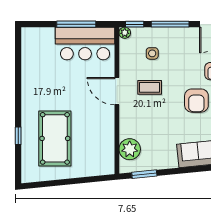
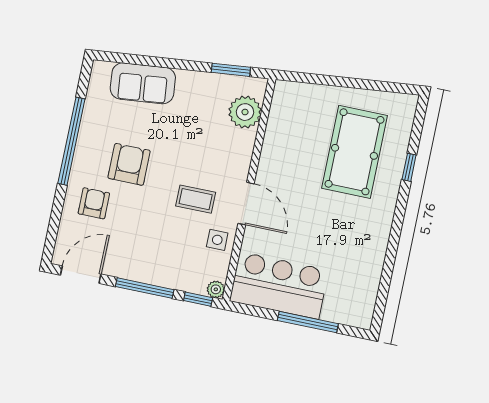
window: (76, 24) -> (308, 322), moved
side table: (152, 53) -> (217, 240), moved

